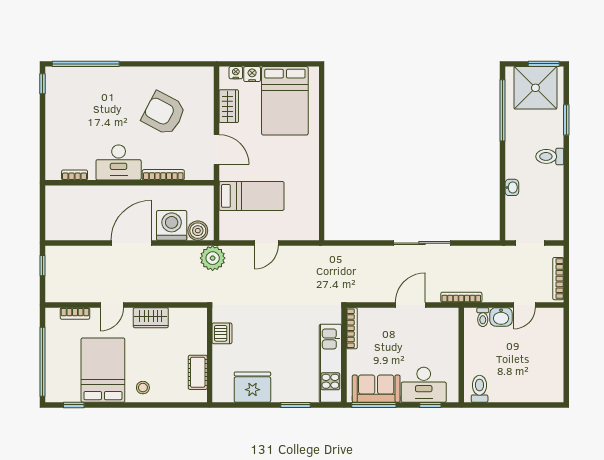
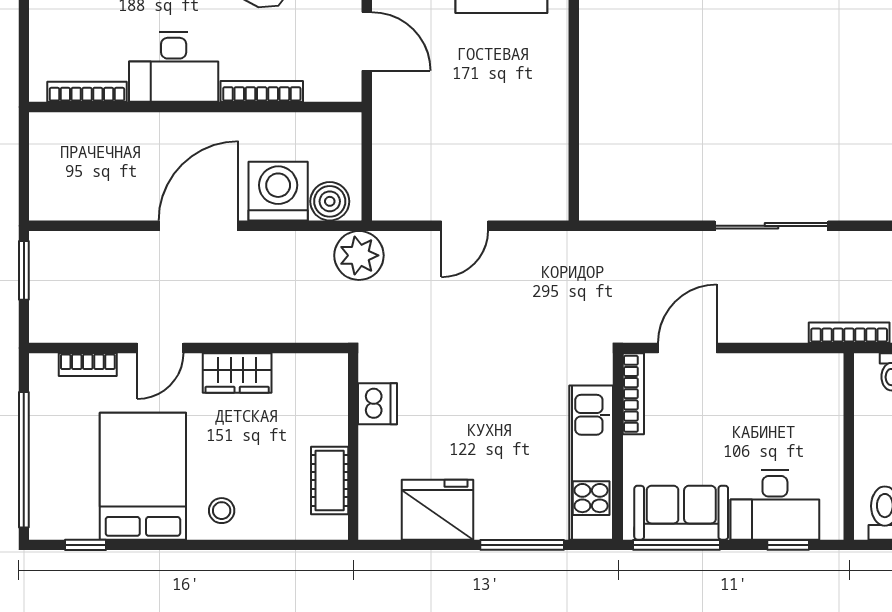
bookcase: (75, 175) -> (87, 92), width x1.56
bed: (252, 196) -> (436, 133), removed
window: (43, 266) -> (24, 270), width x1.50
door: (410, 305) -> (687, 348), moved
window: (295, 405) -> (522, 545), width x1.44

